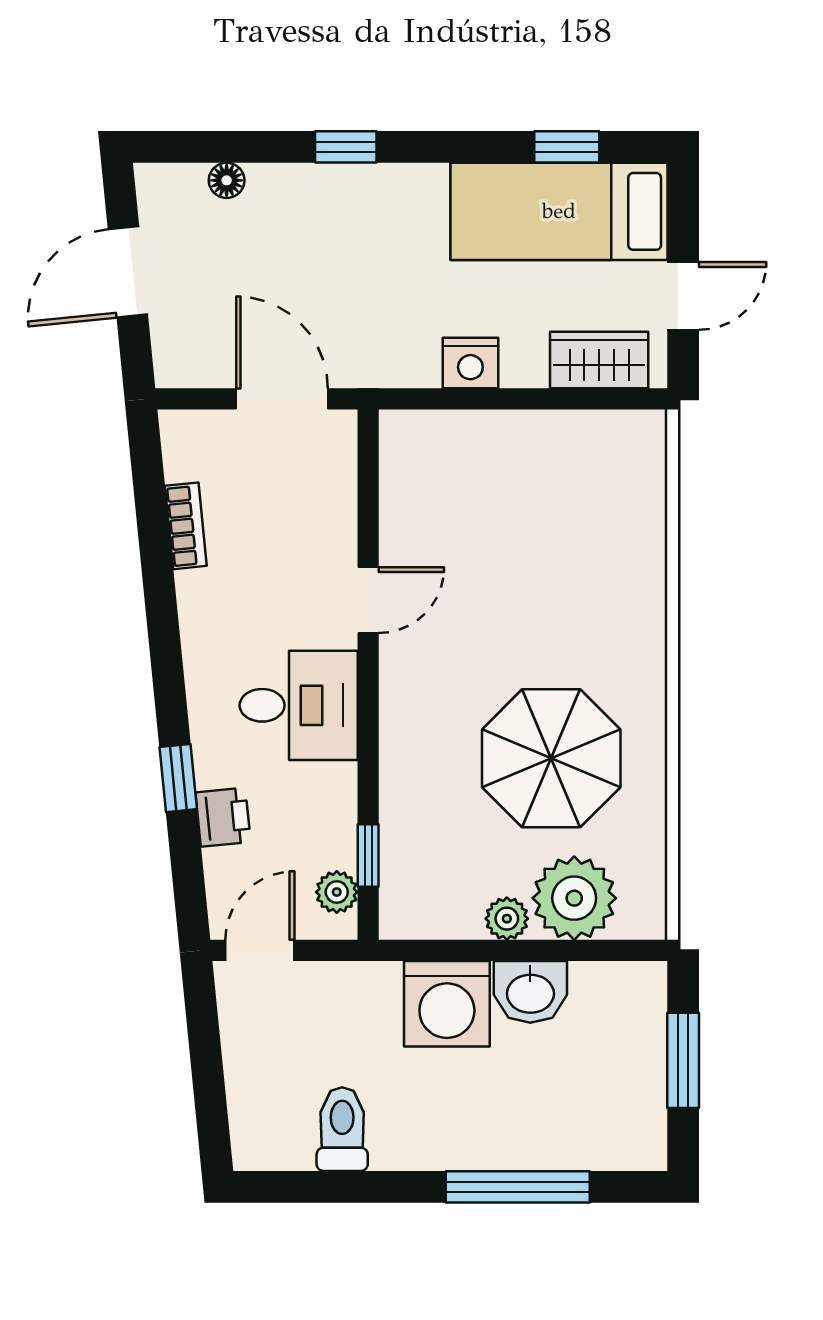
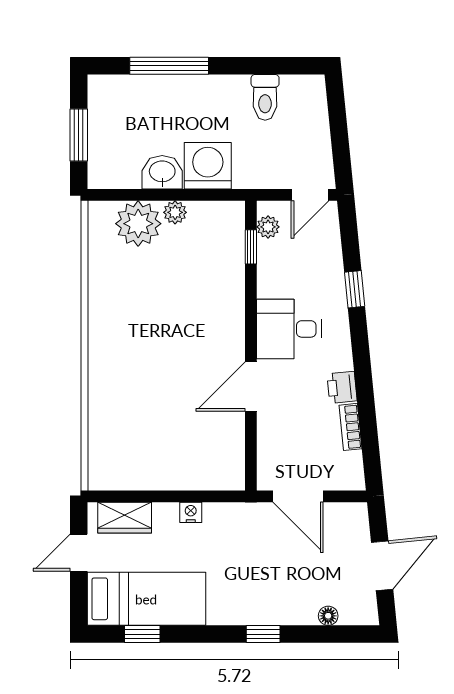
nightstand: (470, 363) -> (191, 512), width x0.72, depth x0.74
door: (368, 600) -> (251, 386), width x1.38
parasol: (551, 758) -> (151, 300), removed
printer: (223, 817) -> (342, 387), moved

